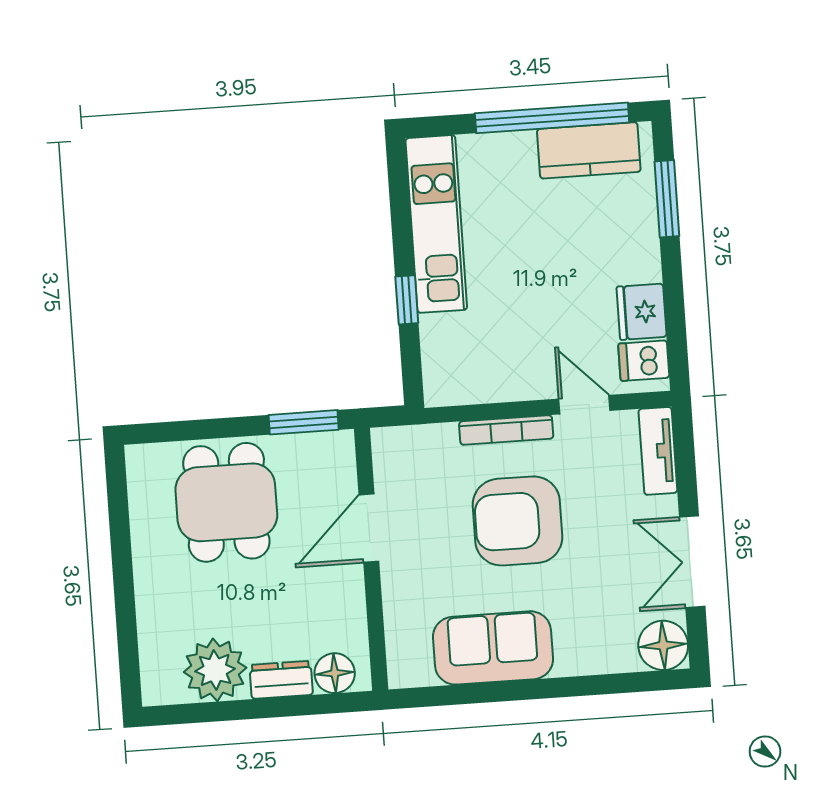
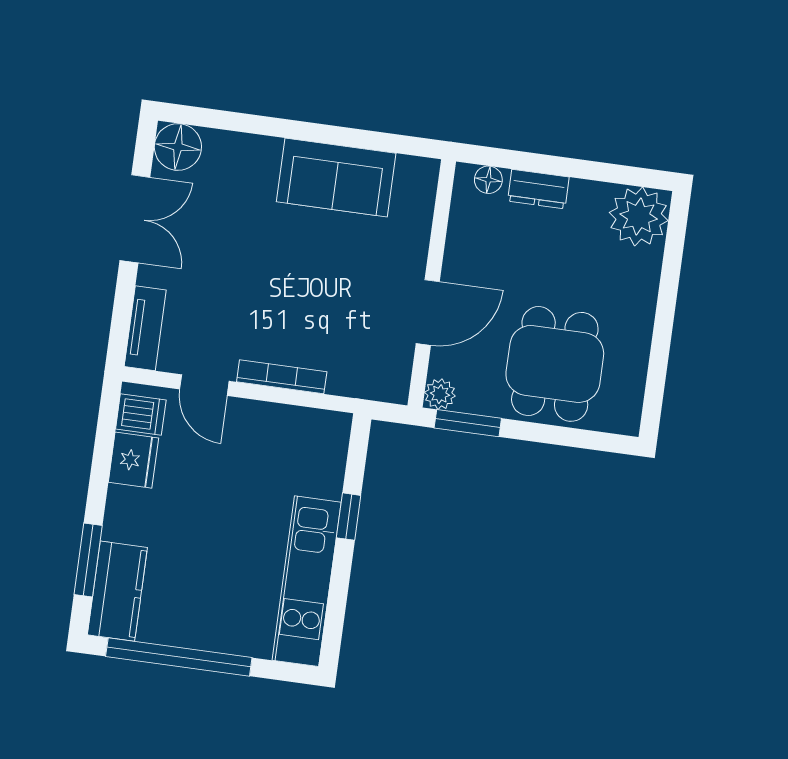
kitchen counter: (589, 150) -> (117, 591), moved, turned 90
plant: (339, 446) -> (440, 394), added
armchair: (517, 521) -> (289, 290), removed
plant: (215, 670) -> (639, 217), moved
floor lamp: (335, 673) -> (488, 180), width x0.73, depth x0.73

